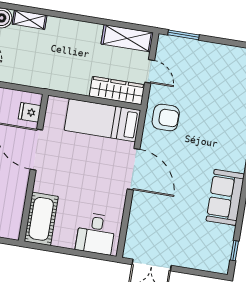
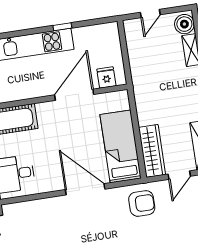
armchair: (166, 117) -> (142, 203), turned -90
door: (134, 169) -> (85, 189), swing flipped

